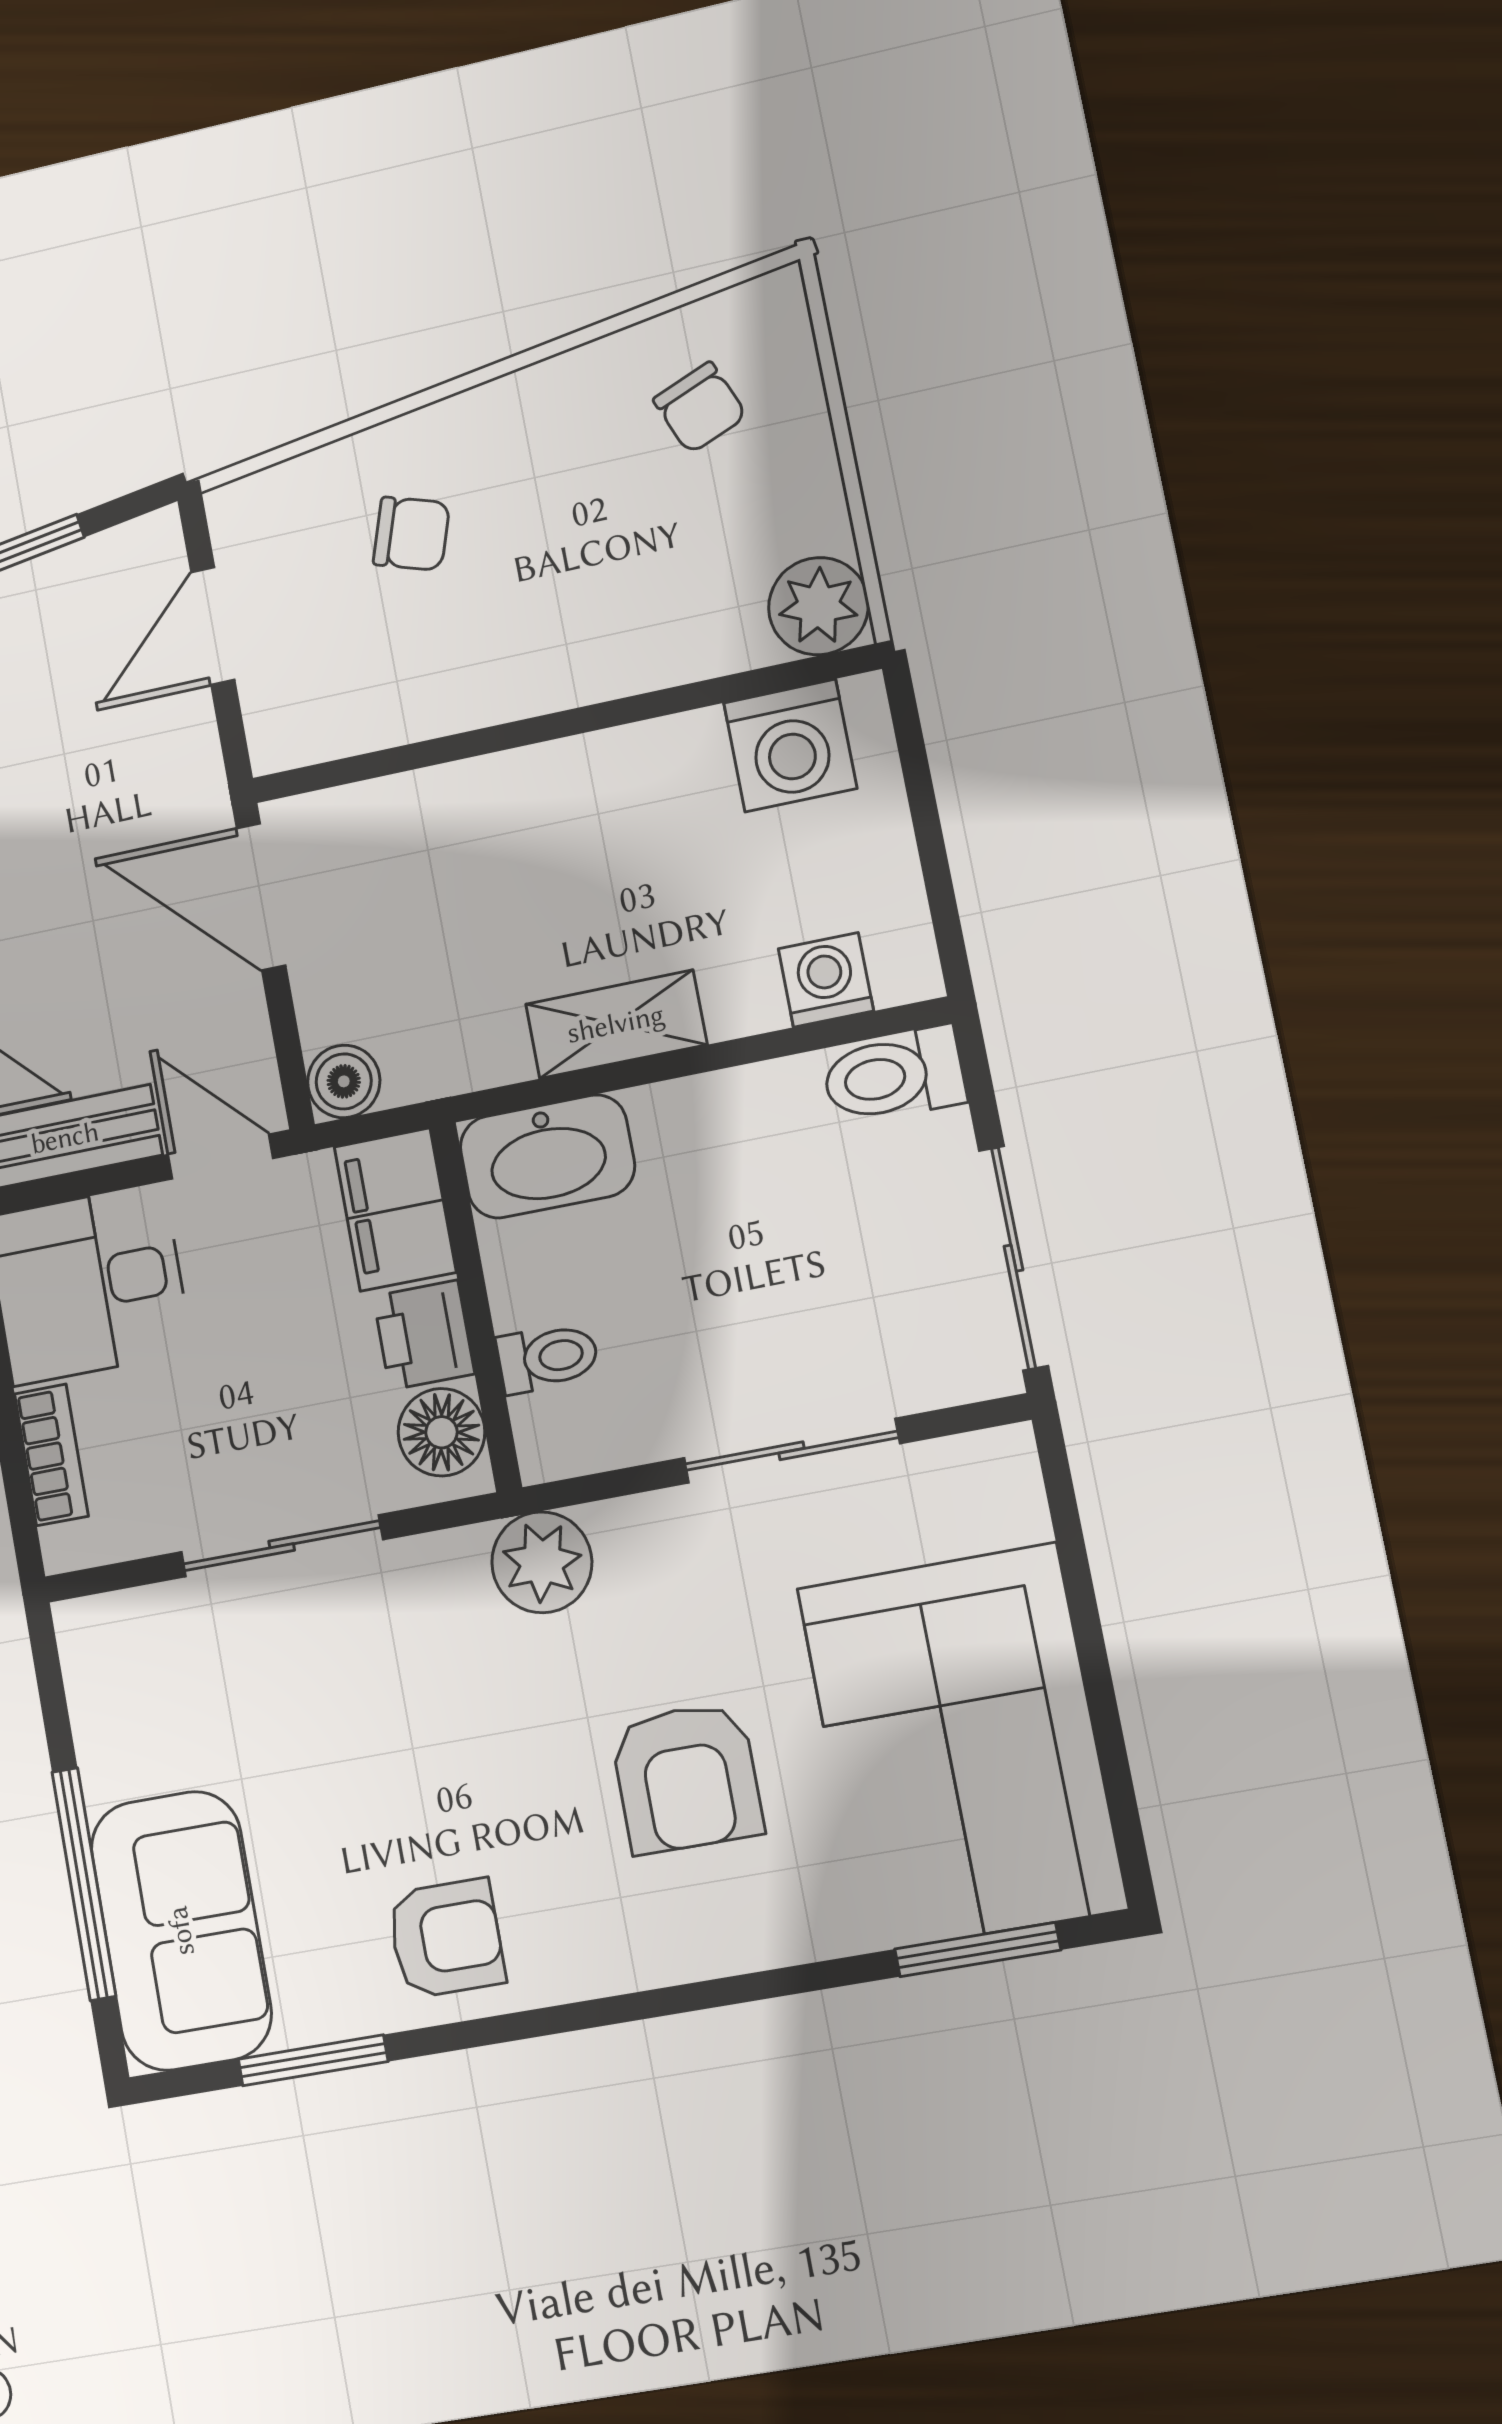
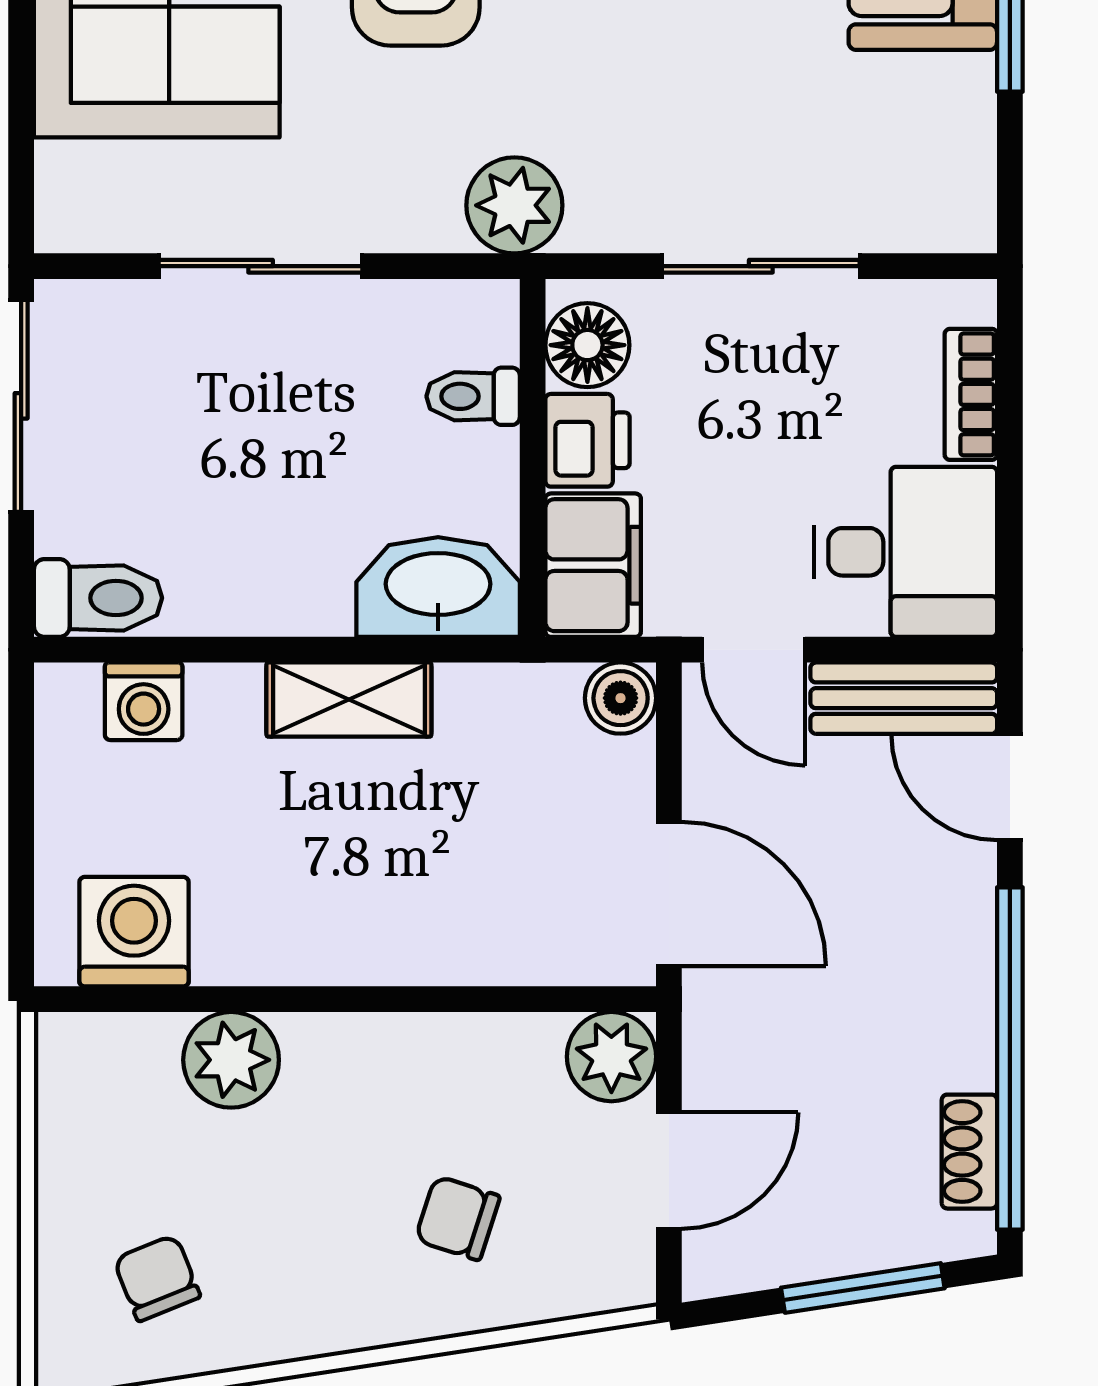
plant: (818, 606) -> (231, 1060), moved
plant: (289, 725) -> (611, 1057), added

